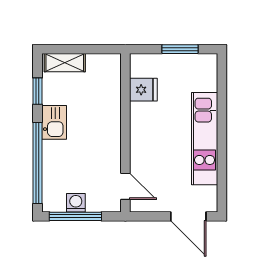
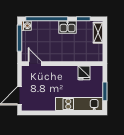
kitchen unit: (205, 139) -> (79, 104), moved
door: (125, 186) -> (35, 64), swing flipped
washing machine: (76, 203) -> (26, 26), moved

